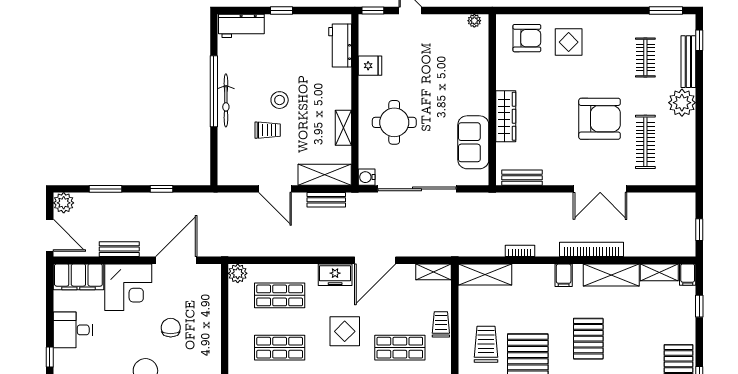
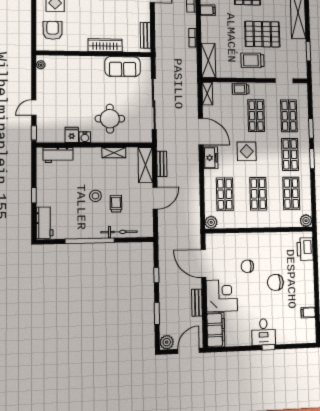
bicycle: (226, 100) -> (119, 232), moved
water cooler: (367, 177) -> (85, 137), moved
desk: (73, 330) -> (264, 332), moved

